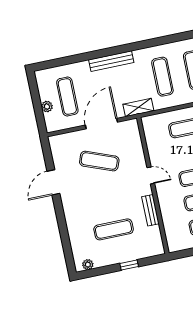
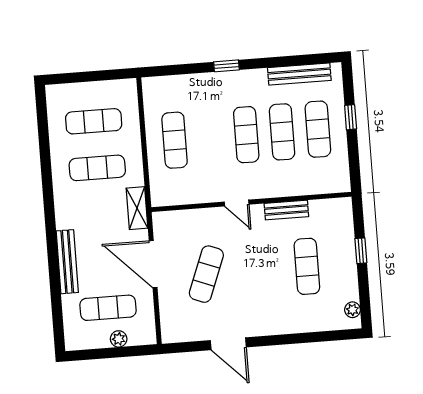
bench: (111, 61) -> (67, 262), moved
door: (151, 175) -> (237, 203), swing flipped

